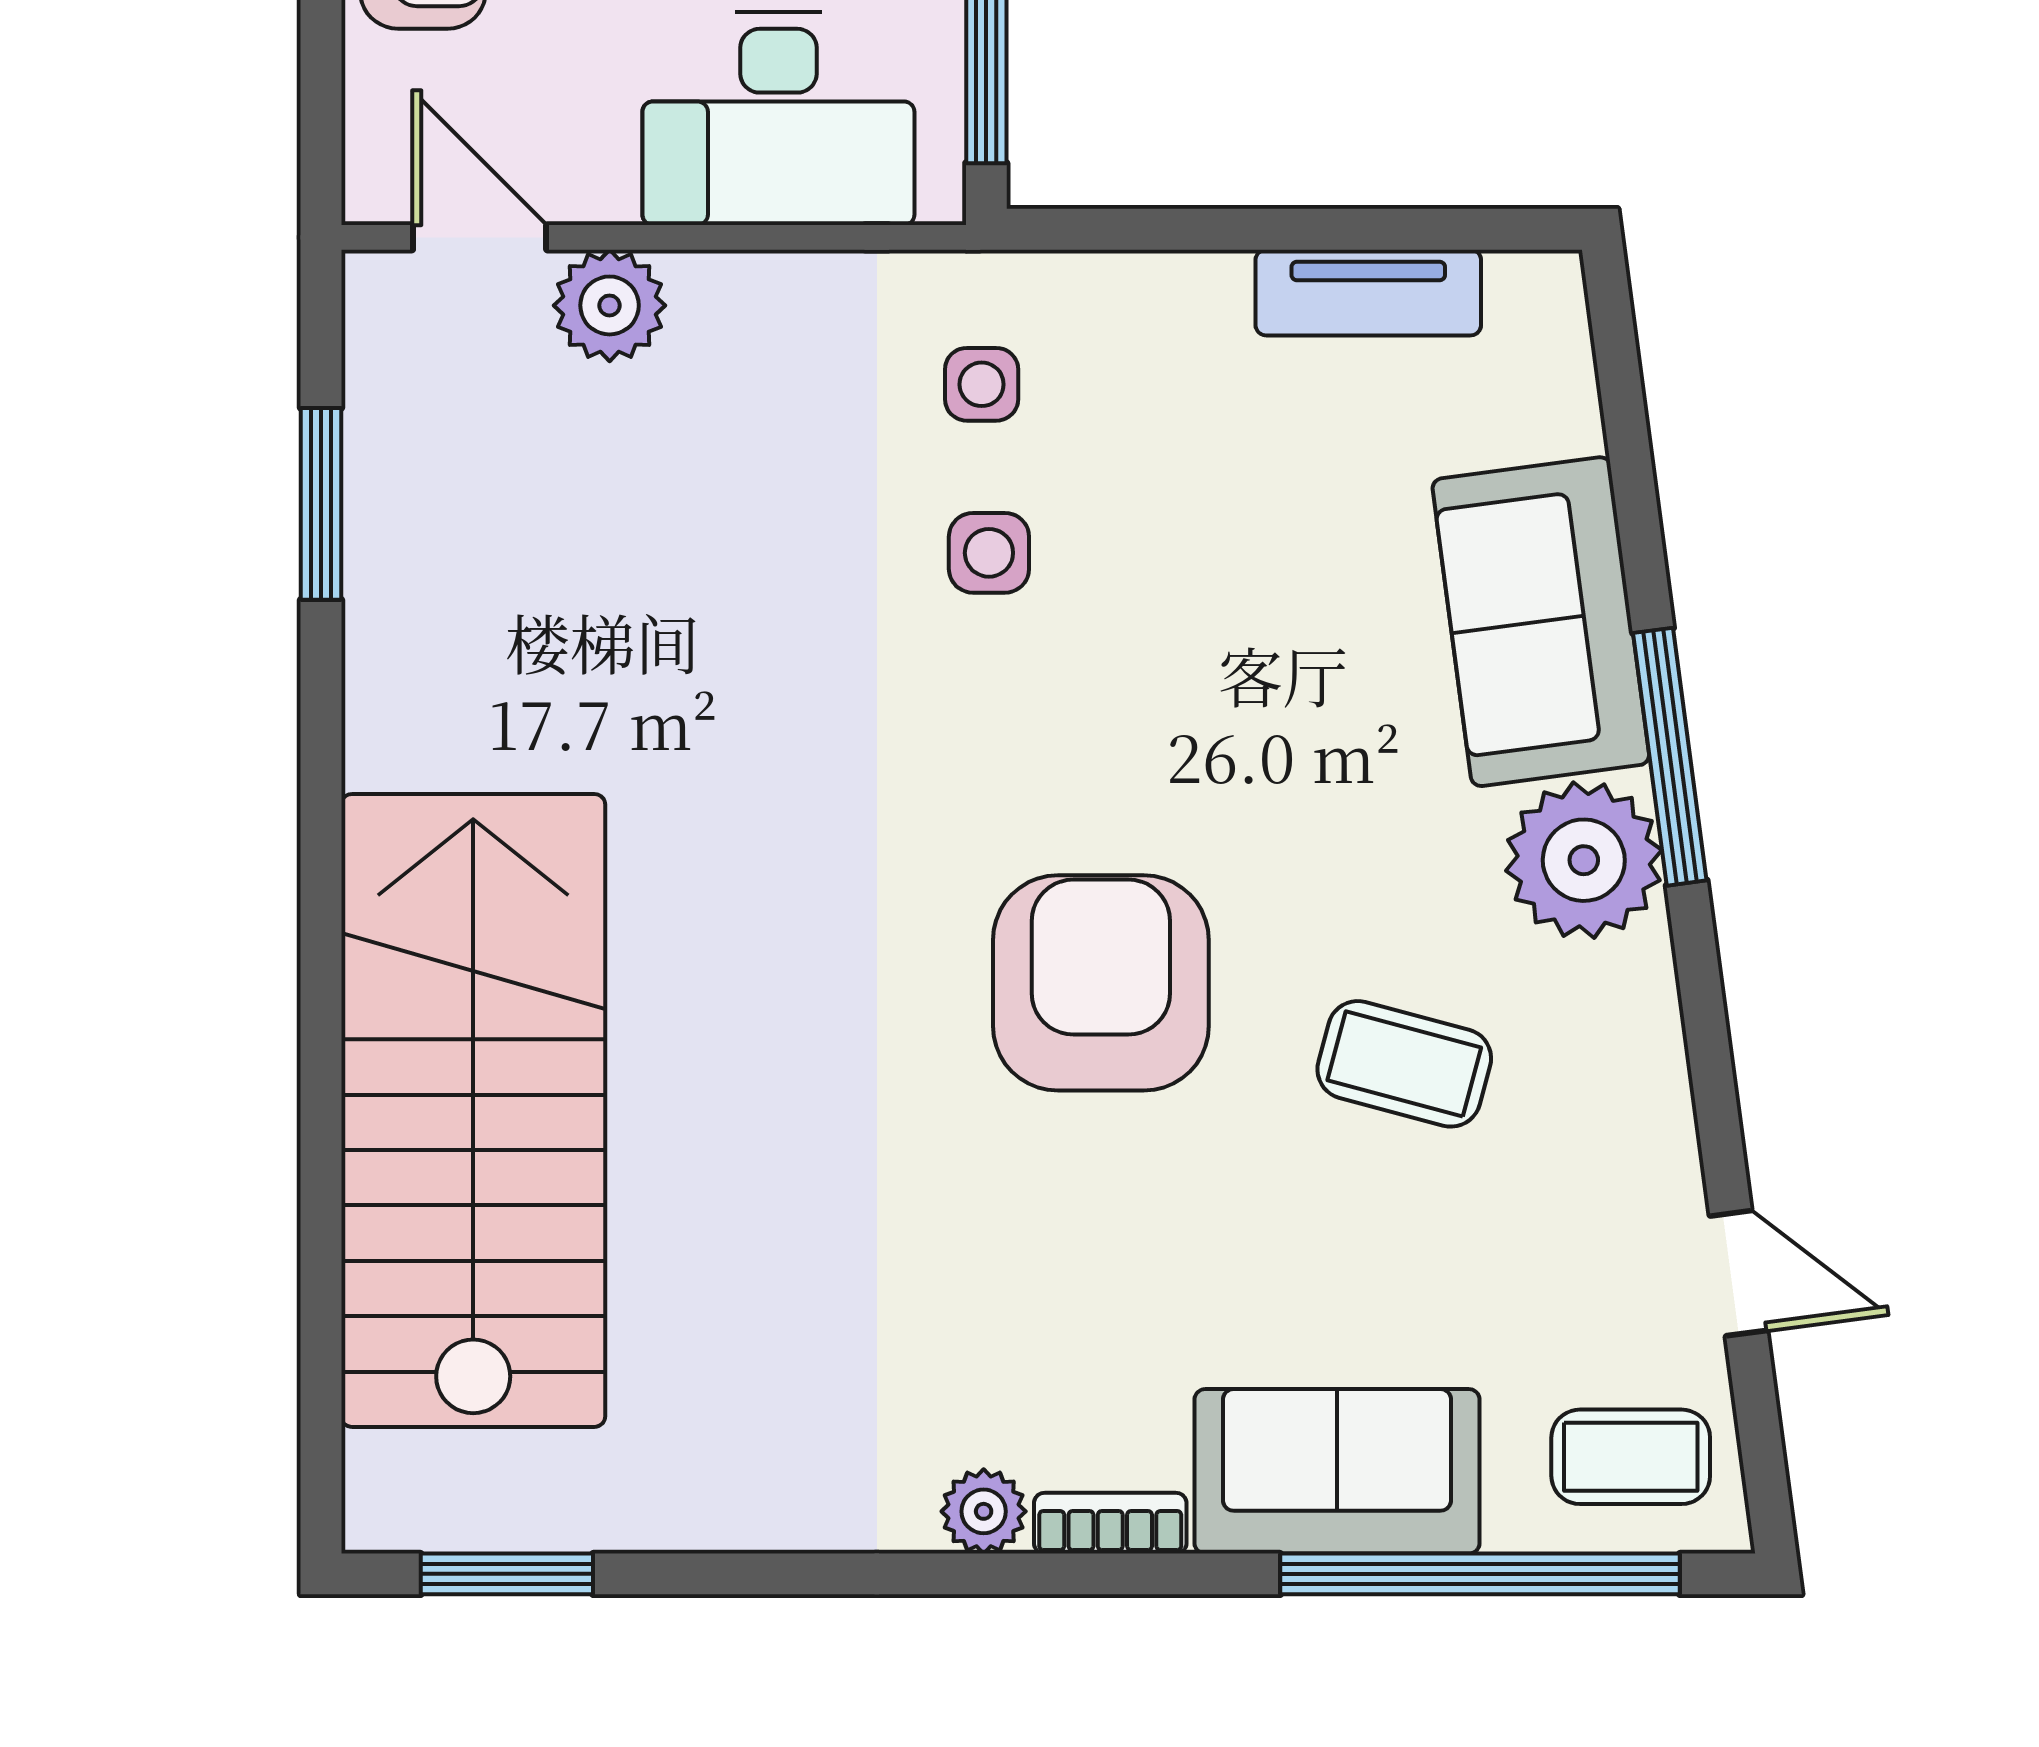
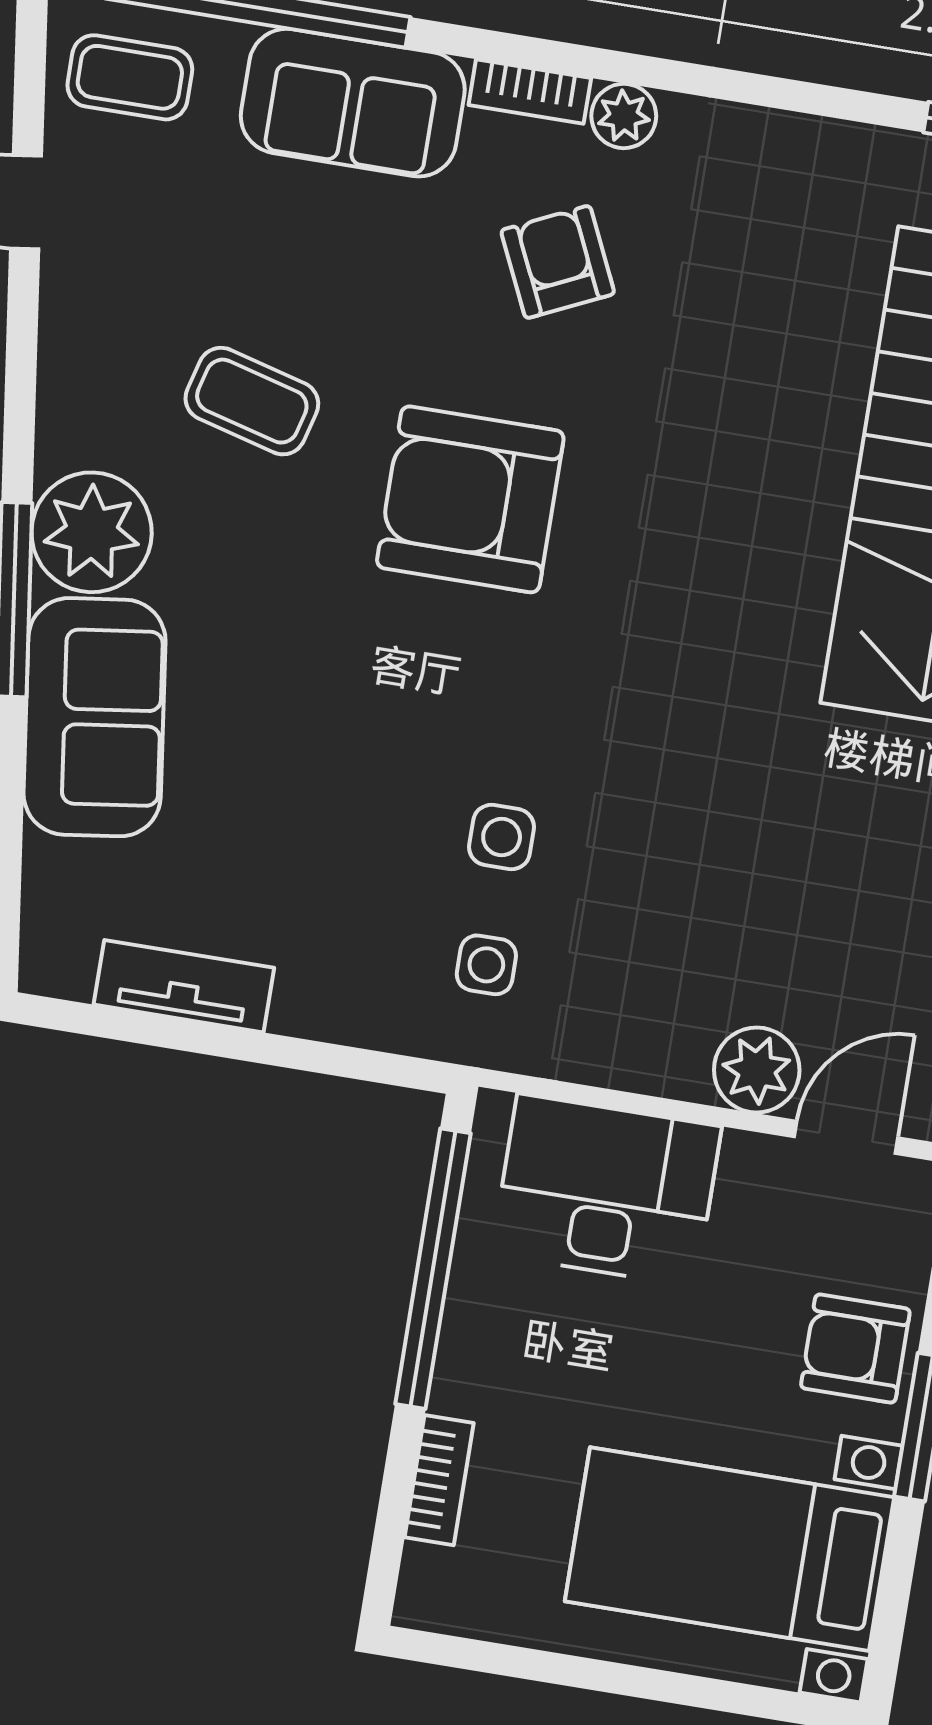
door: (480, 237) -> (846, 1137), swing flipped
armchair: (1101, 983) -> (470, 499), turned 90
armchair: (1038, 1309) -> (558, 262), added

